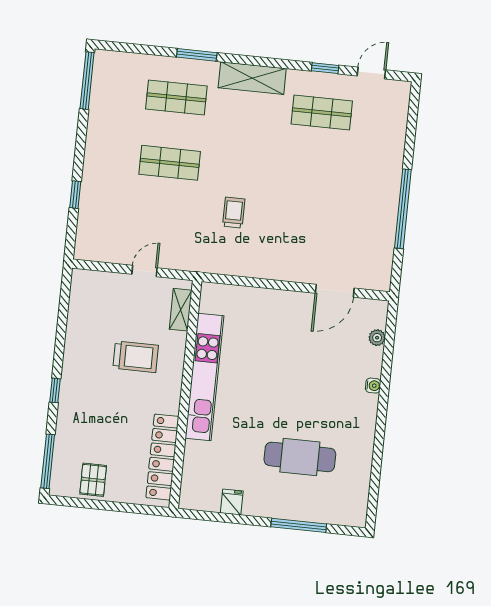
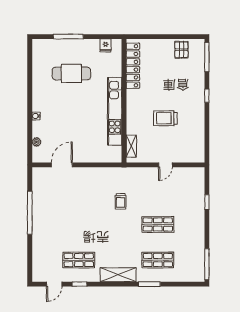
shelving: (181, 310) -> (131, 146), moved
kitchen unit: (205, 377) -> (115, 111), moved
wall: (185, 394) -> (124, 101), moved
locker: (162, 457) -> (133, 66), moved

